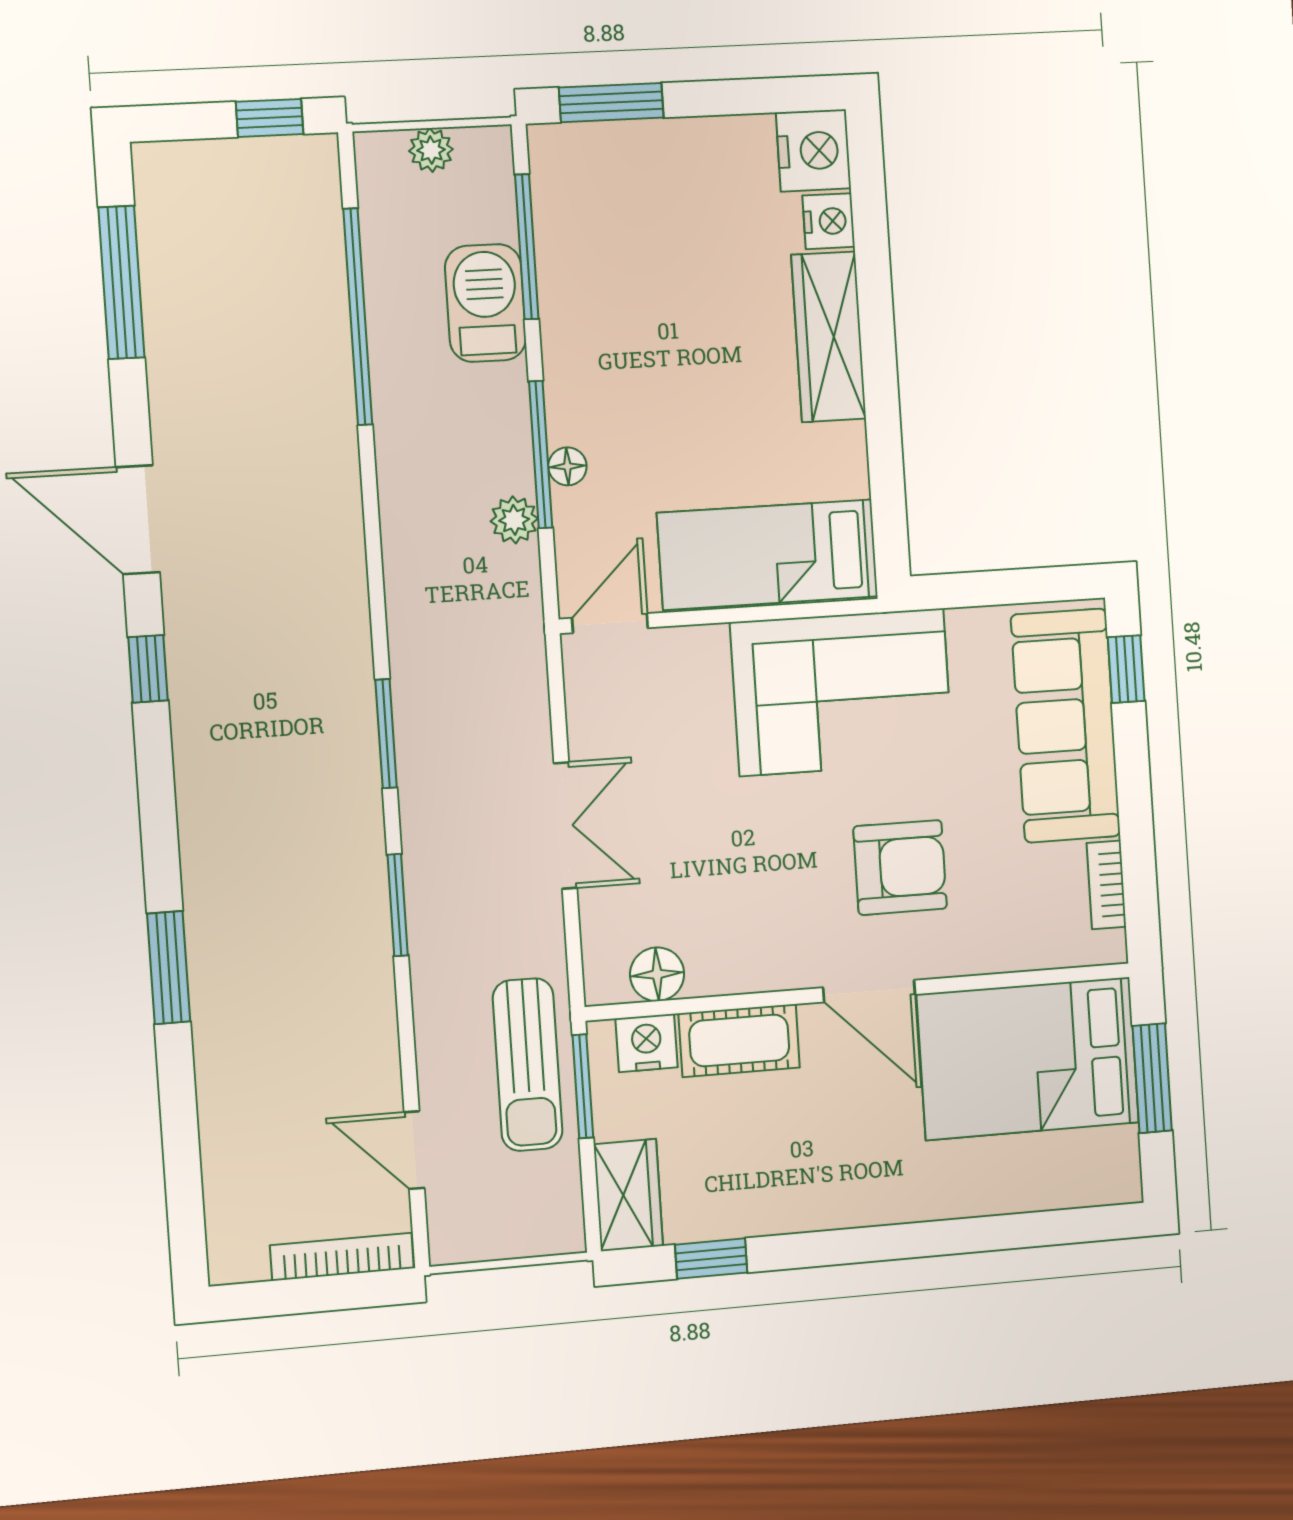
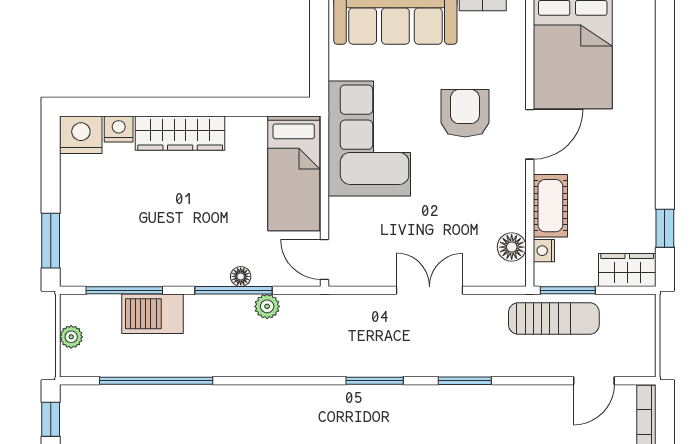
nightstand: (647, 1043) -> (544, 251), width x0.72, depth x0.74

